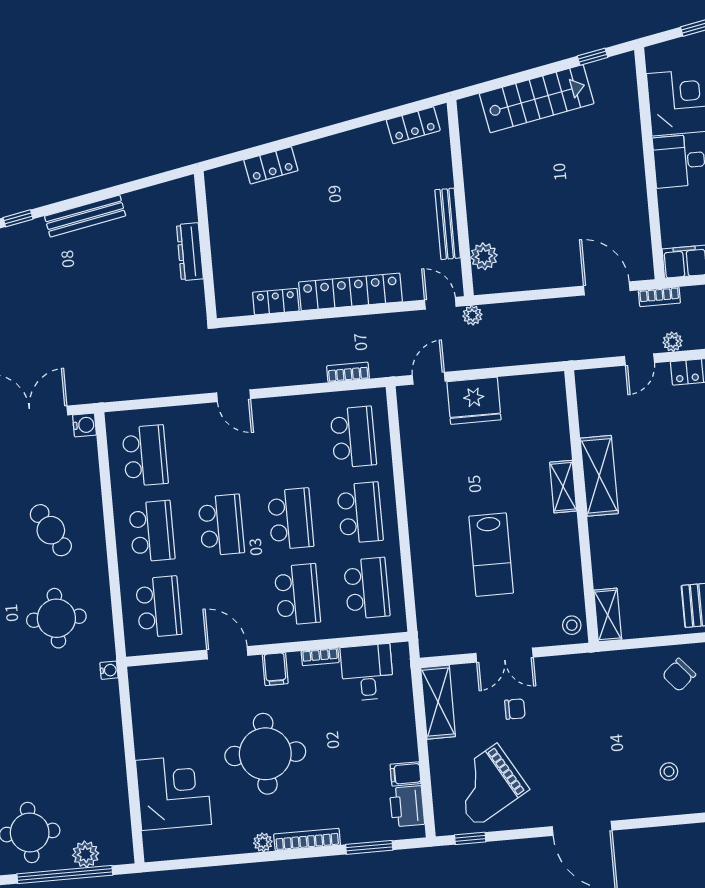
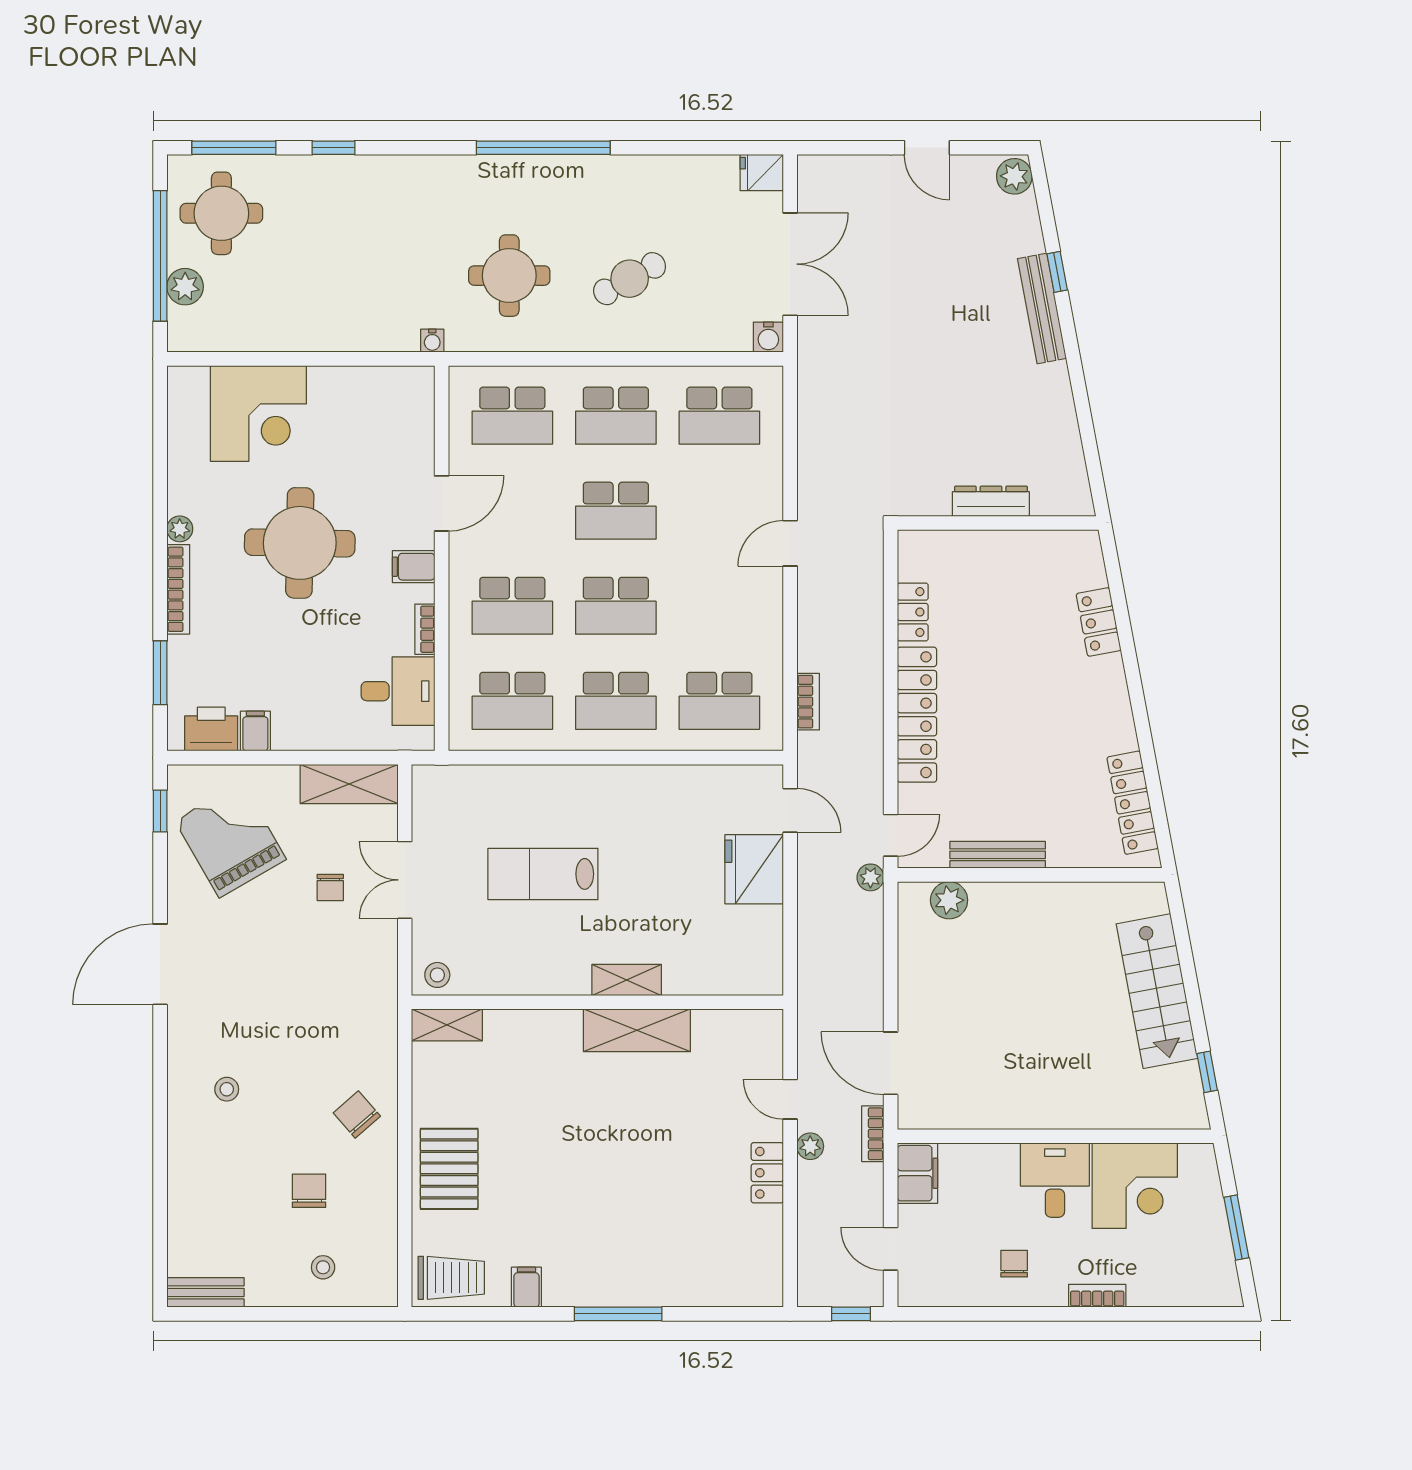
locker: (413, 125) -> (1133, 803), width x1.53
bench: (85, 216) -> (1042, 308), moved
door: (607, 288) -> (891, 1063), swing flipped

